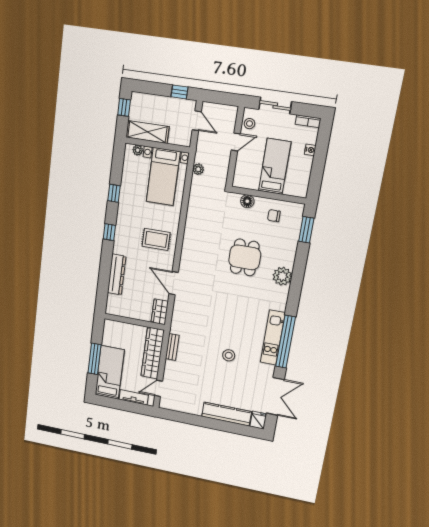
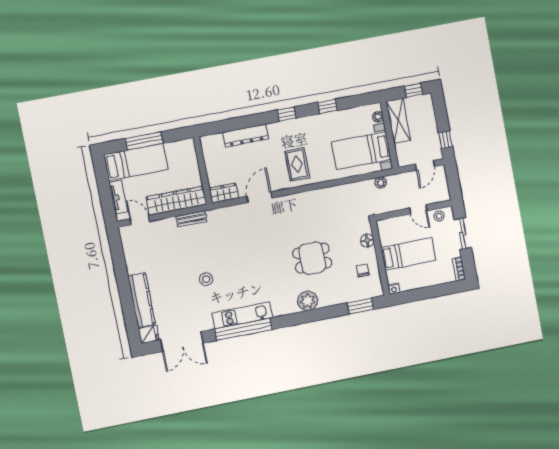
nightstand: (310, 150) -> (394, 289), moved

